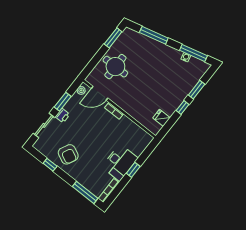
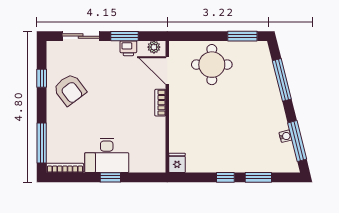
printer: (62, 116) -> (128, 48), moved
fridge: (161, 118) -> (177, 163), moved
armchair: (68, 154) -> (70, 90), turned -63

